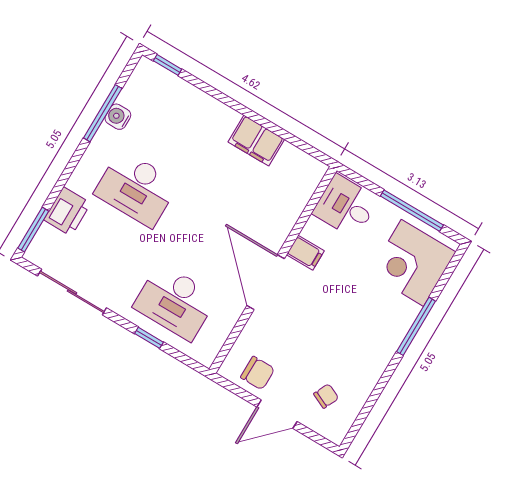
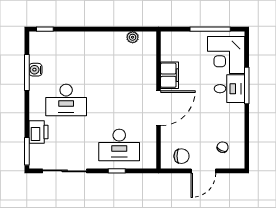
filing cabinet: (256, 141) -> (112, 40), removed
plant: (290, 154) -> (133, 37), added
desk: (346, 206) -> (229, 89), moved, turned 180
filing cabinet: (305, 253) -> (170, 75), width x2.00
door: (266, 282) -> (158, 108), swing flipped

